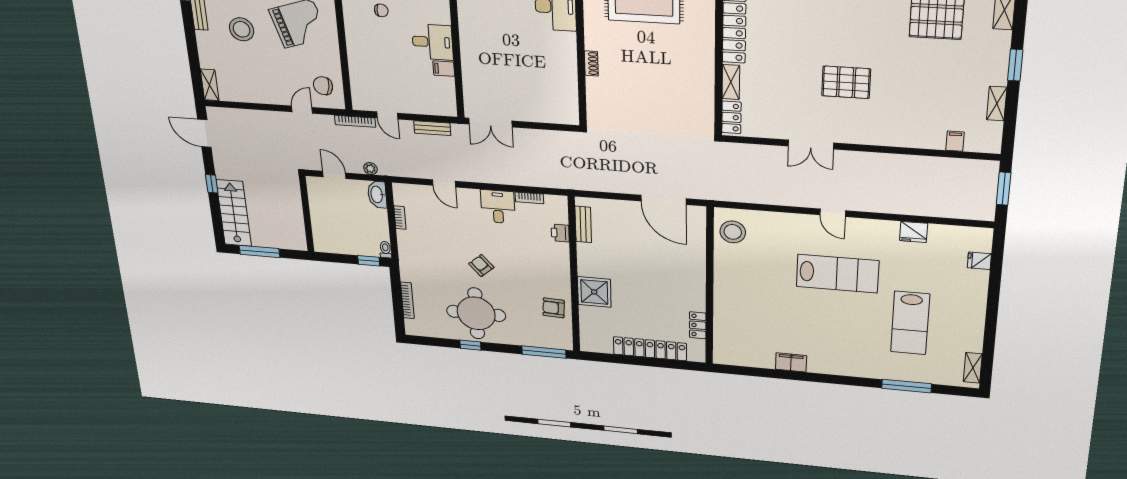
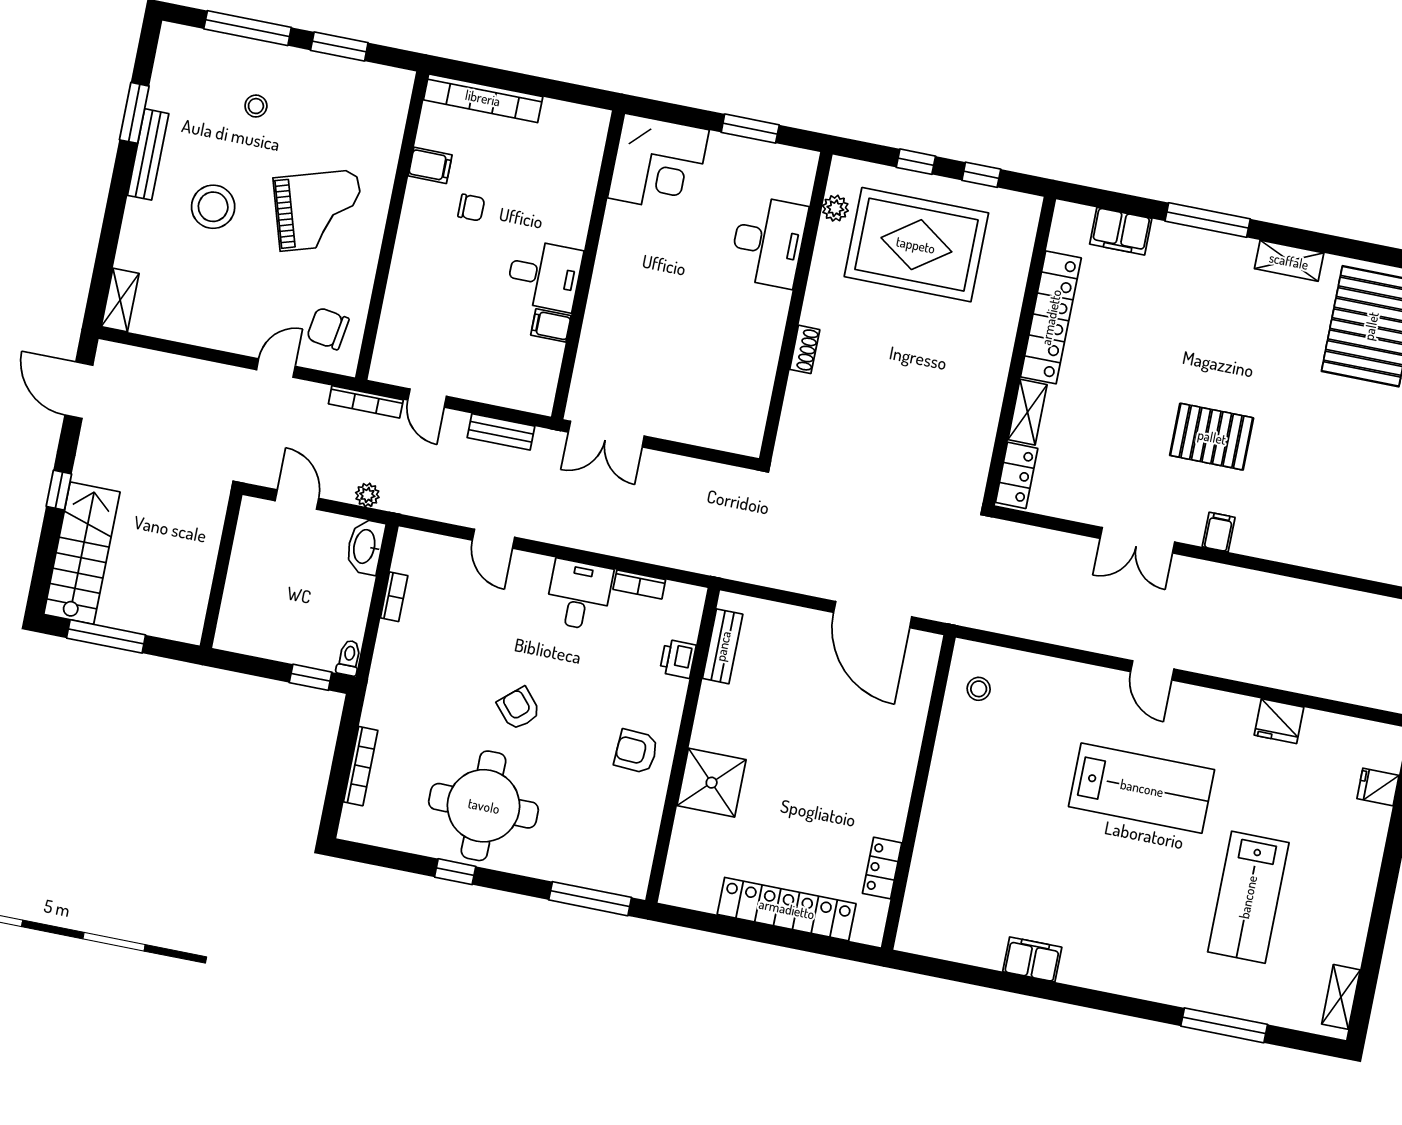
filing cabinet: (955, 141) -> (1219, 532), moved
stool: (733, 232) -> (979, 689), width x0.53, depth x0.53
armchair: (554, 308) -> (636, 751), moved

